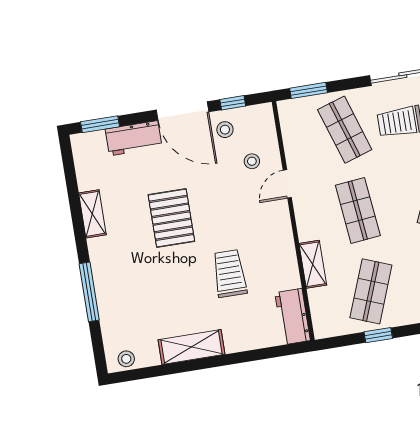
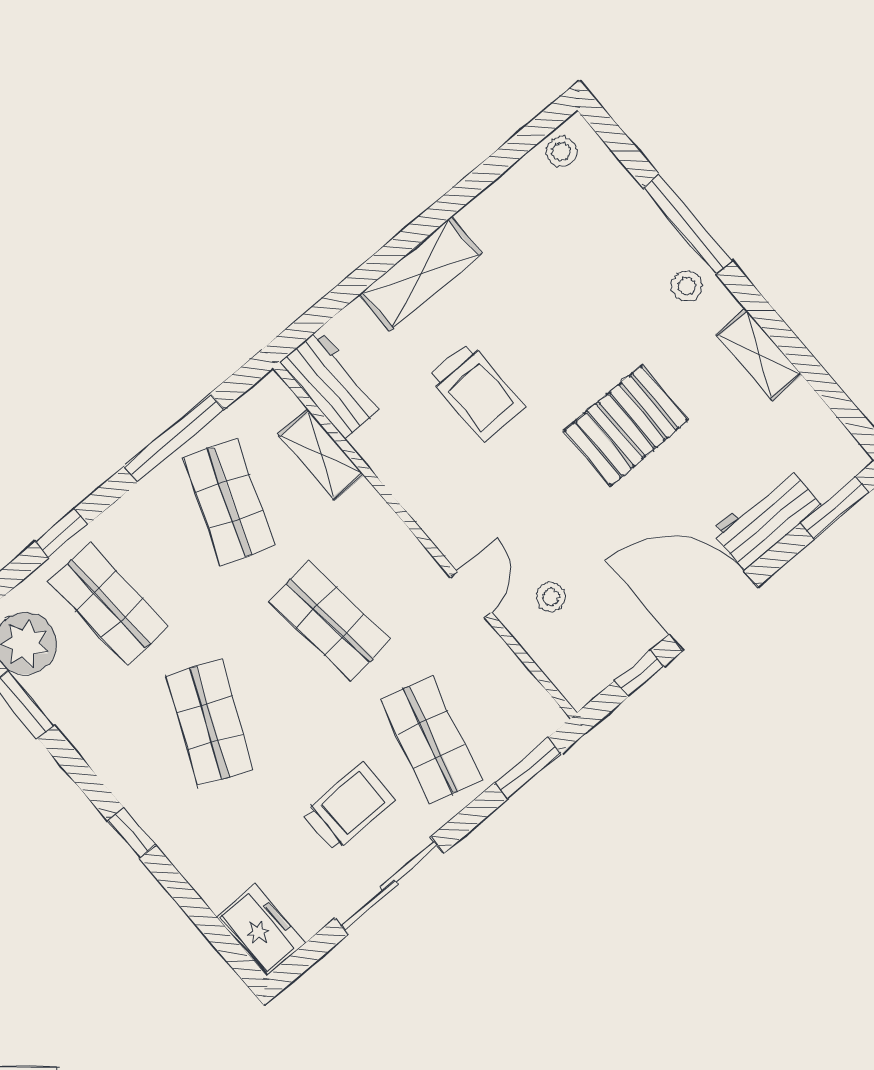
stool: (225, 130) -> (687, 286), moved
shop shelf: (345, 130) -> (431, 740), turned 33
pallet: (171, 218) -> (626, 425), turned 90
shelving: (313, 264) -> (321, 454), moved
window: (378, 335) -> (174, 438), width x2.17
shelving: (192, 347) -> (421, 274), moved

